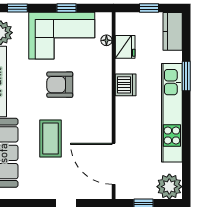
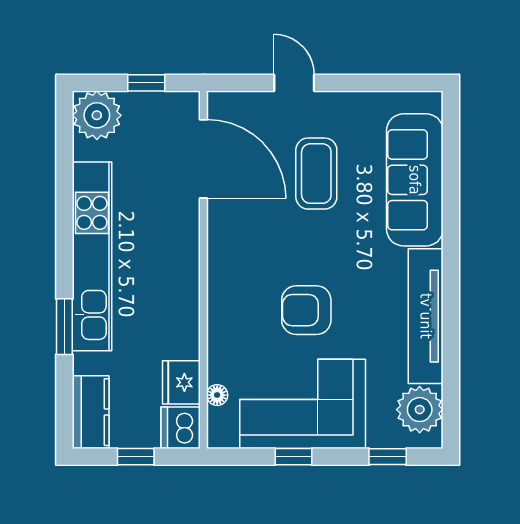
armchair: (60, 85) -> (306, 310), turned 180
dishwasher: (126, 85) -> (181, 428), moved
coffee table: (51, 138) -> (316, 174), moved

